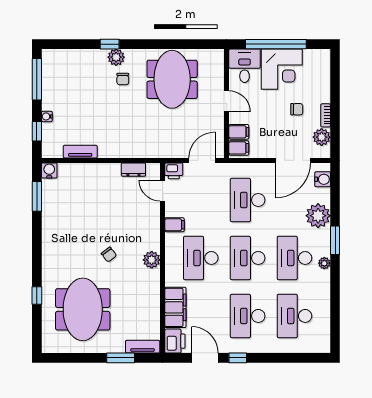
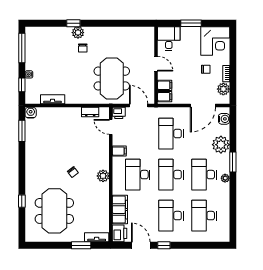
window: (276, 44) -> (191, 23), width x0.47
corner desk: (282, 69) -> (215, 41), moved
meeting table: (172, 79) -> (112, 79), moved
door: (202, 160) -> (139, 106), hinge flipped

